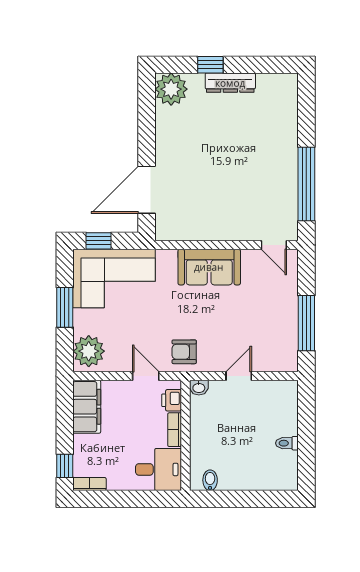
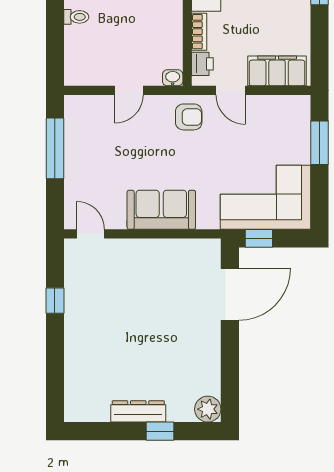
plant: (171, 89) -> (208, 409), width x0.73, depth x0.73
window: (306, 184) -> (55, 301), width x0.32
window: (98, 241) -> (259, 238), moved
window: (65, 307) -> (319, 143), moved
plant: (89, 351) -> (293, 118), removed
filing cabinet: (87, 407) -> (277, 71), moved, turned 90

